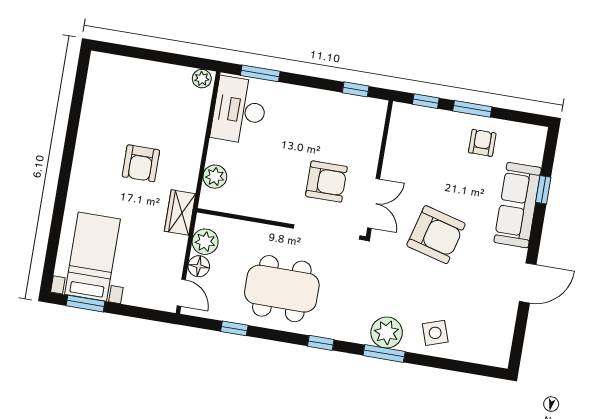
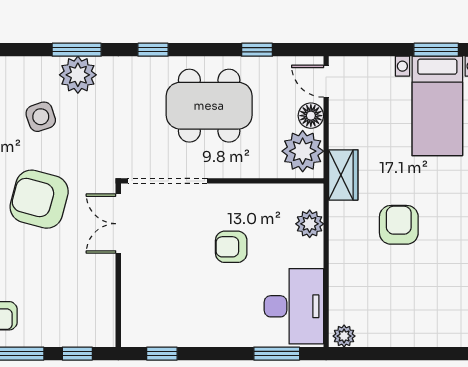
armchair: (326, 181) -> (231, 247), moved, width x0.72, depth x0.72
plant: (205, 242) -> (303, 151), width x1.36, depth x1.36
side table: (435, 333) -> (41, 117), moved

